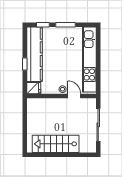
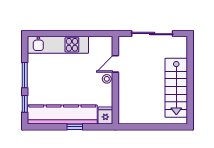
kitchen unit: (89, 59) -> (58, 45), width x0.73

